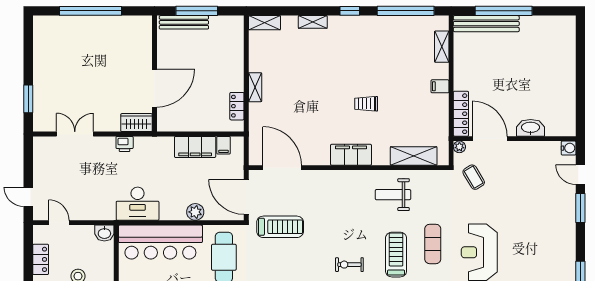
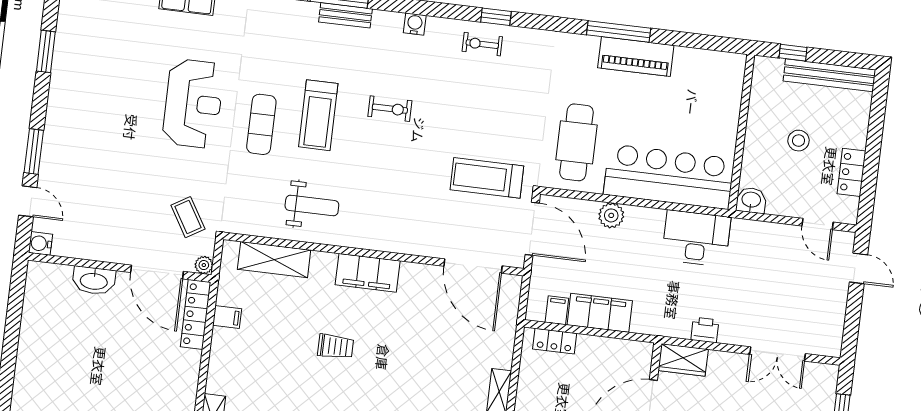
filing cabinet: (440, 86) -> (227, 317), moved
locker: (237, 106) -> (555, 341), moved, turned 90

